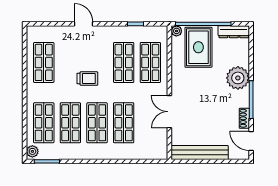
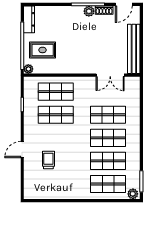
rug: (198, 47) -> (43, 50), width x0.73, depth x0.70
shop shelf: (44, 62) -> (56, 184), removed
plant: (238, 78) -> (89, 11), moved, width x0.53, depth x0.53
trolley: (87, 79) -> (48, 160), moved
double door: (169, 112) -> (110, 75), moved

